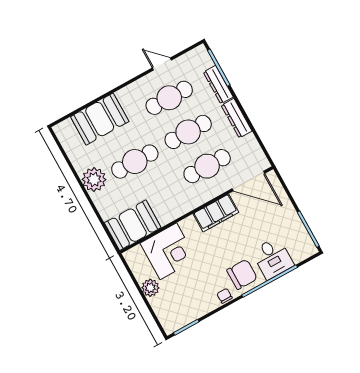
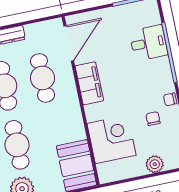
chair: (242, 274) -> (153, 119), moved, width x0.54, depth x0.54
plant: (150, 288) -> (155, 164), moved

